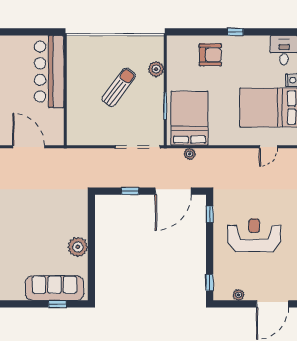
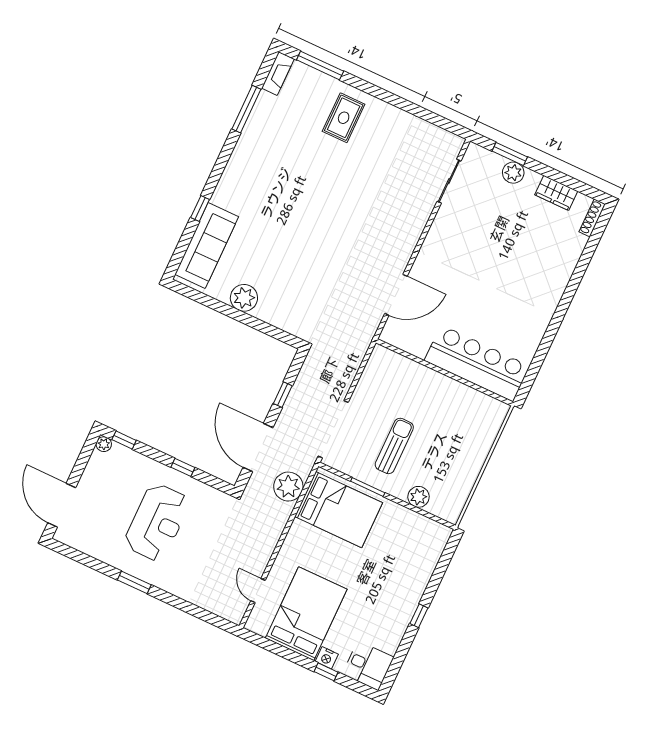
armchair: (210, 55) -> (405, 572), removed
sun lounger: (119, 87) -> (394, 446), moved, turned -127
plant: (190, 154) -> (288, 487), width x1.88, depth x1.88
window: (210, 214) -> (183, 467), moved
plant: (238, 295) -> (104, 444), moved
window: (57, 304) -> (200, 209), moved

